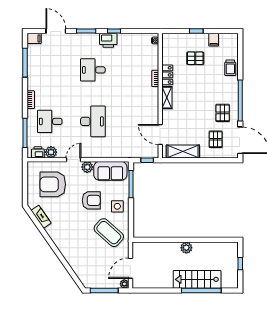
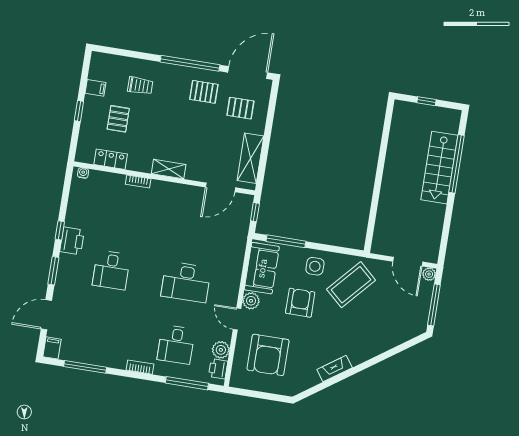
trolley: (230, 68) -> (140, 86), moved
locker: (167, 75) -> (111, 159), moved
desk: (93, 121) -> (186, 282), turned 180
fireplace: (41, 217) -> (335, 369), moved
plant: (186, 248) -> (391, 176), removed

